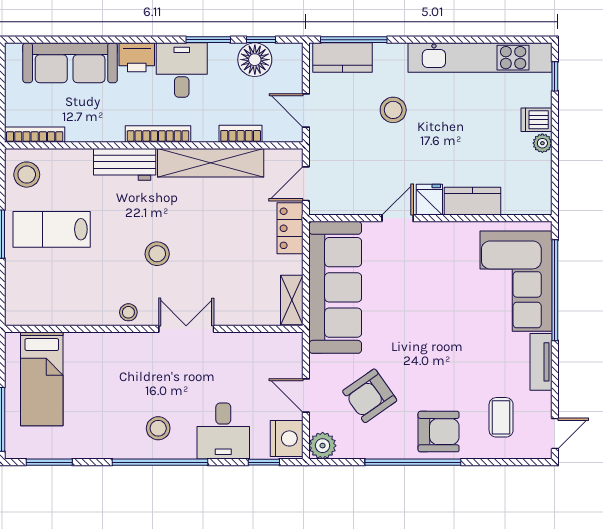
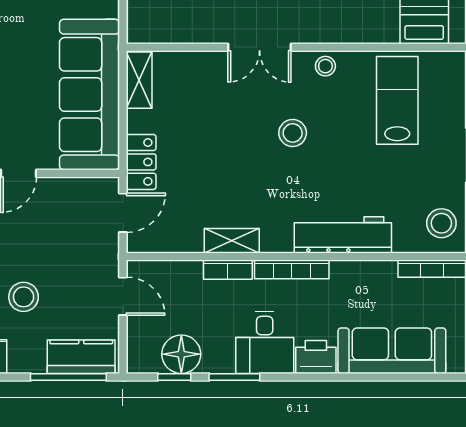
bookcase: (241, 134) -> (228, 270), moved
shelving: (211, 163) -> (232, 241), width x0.45, depth x0.75
workbench: (125, 164) -> (343, 235), width x1.38
lab bench: (52, 229) -> (397, 100), moved, turned -90

